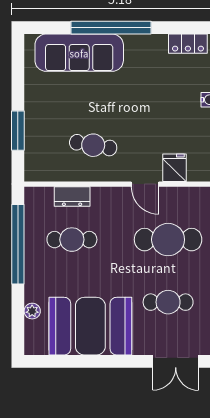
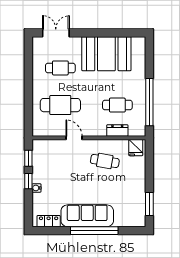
sofa: (79, 53) -> (87, 216), moved
window: (18, 131) -> (149, 204), moved
fridge: (174, 168) -> (136, 148), moved
plant: (32, 311) -> (141, 63), removed

